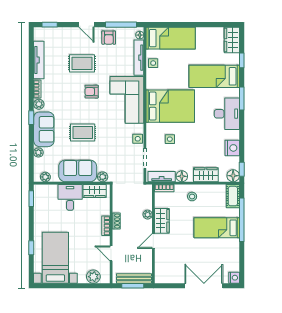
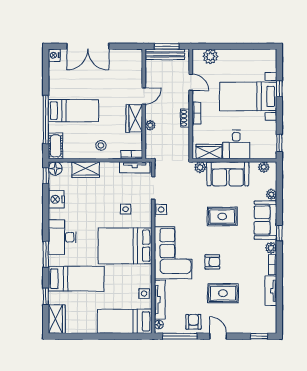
tv unit: (39, 60) -> (271, 291), width x0.71
floor lamp: (182, 176) -> (112, 168), removed
bed with nightstands: (55, 258) -> (248, 96), moved, turned 90

